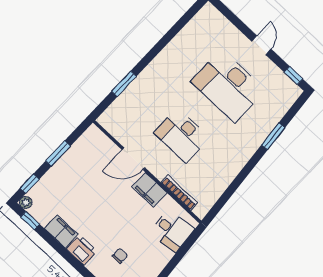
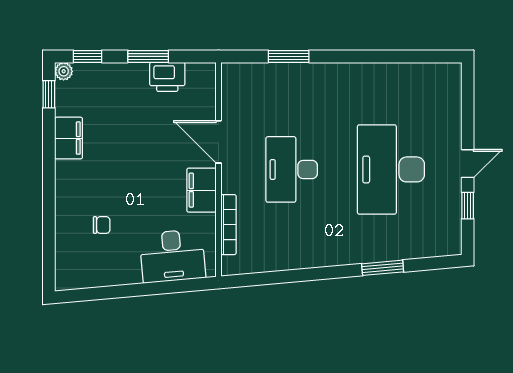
window: (293, 75) -> (468, 206), moved
desk: (172, 231) -> (172, 256), width x1.37
printer: (82, 250) -> (167, 77), moved, turned 90

